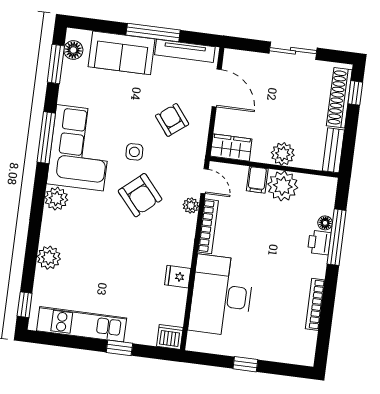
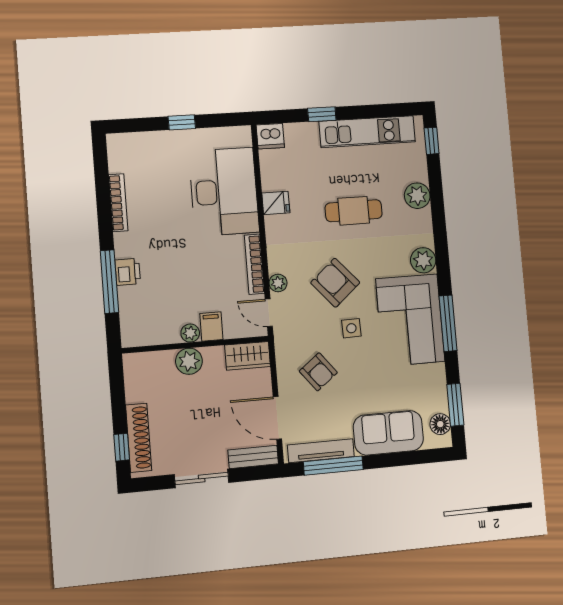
window: (153, 33) -> (333, 466), moved
bench: (333, 150) -> (253, 457), moved, turned 90
plant: (283, 186) -> (190, 333), width x0.53, depth x0.53
floor lamp: (325, 223) -> (126, 295), removed
cafe table: (110, 256) -> (354, 211), added

